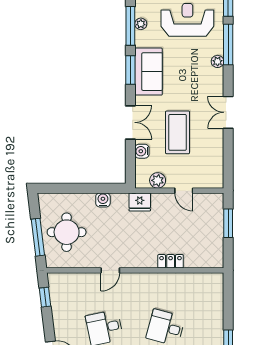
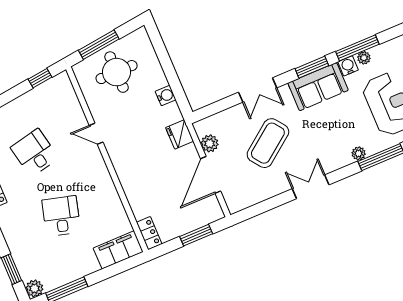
coffee table: (178, 132) -> (268, 143), turned -37
water cooler: (142, 151) -> (348, 66), moved
door: (184, 191) -> (211, 175), width x1.88
locker: (171, 261) -> (149, 233), moved
filing cabinet: (213, 293) -> (118, 250), added

